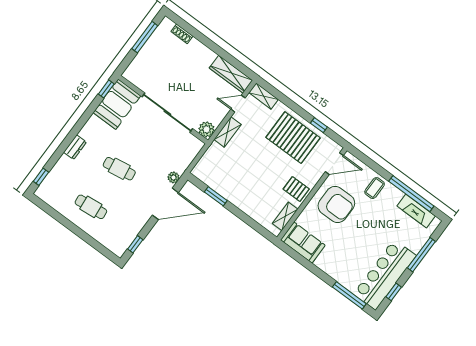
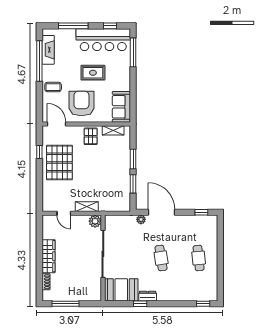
wardrobe: (231, 74) -> (49, 256), moved
window: (106, 89) -> (140, 304), moved
shelving: (264, 96) -> (47, 201), removed
dresser: (75, 147) -> (148, 296), moved
window: (241, 215) -> (133, 159), added
rug: (359, 239) -> (93, 73), added

